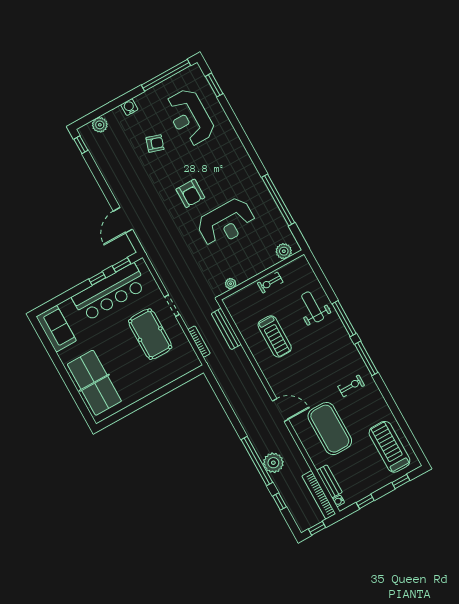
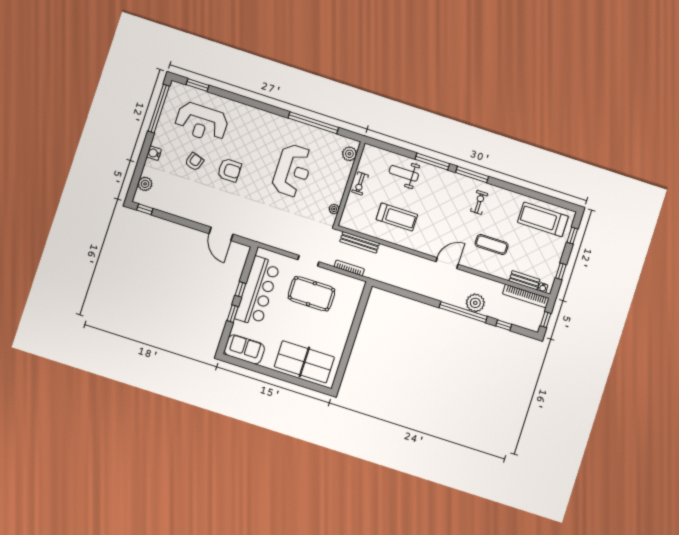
armchair: (190, 193) -> (229, 170), moved
window: (122, 265) -> (233, 314), moved
exercise mat: (330, 429) -> (492, 244), width x0.50, depth x0.69

